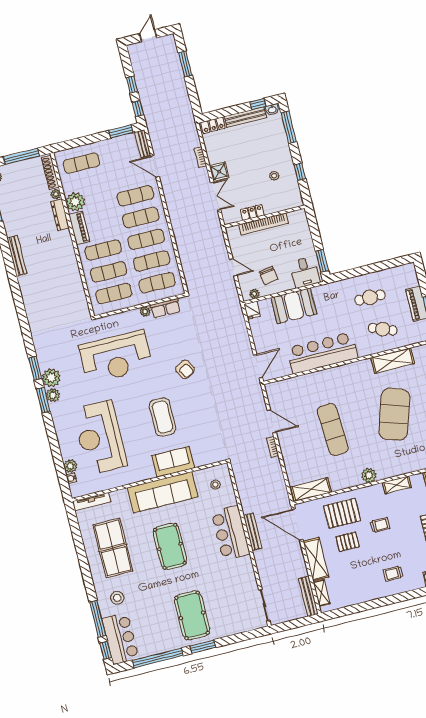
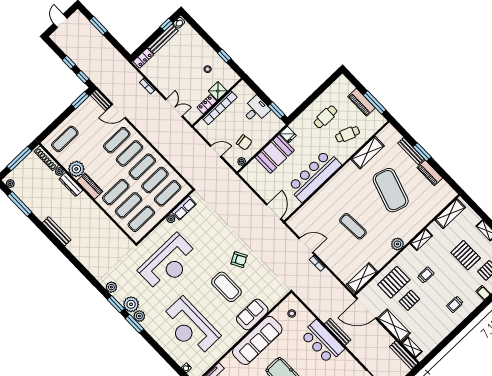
window: (289, 127) -> (198, 29), removed
shower: (219, 172) -> (218, 91), moved
desk: (305, 272) -> (256, 110), moved, turned -90
fridge: (252, 310) -> (288, 135), moved
armchair: (185, 369) -> (239, 260), moved
exercise mat: (333, 430) -> (353, 226), width x0.73, depth x0.69
plant: (70, 466) -> (111, 287), moved

